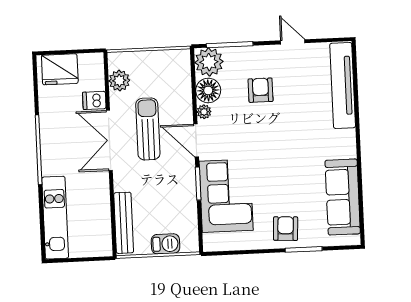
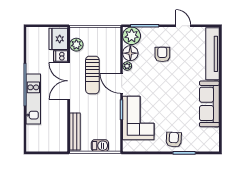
fridge: (60, 69) -> (58, 39), moved, turned 90
sun lounger: (148, 129) -> (92, 75), turned 180
sofa: (343, 197) -> (209, 104), moved
kitchen unit: (55, 218) -> (33, 99), moved

